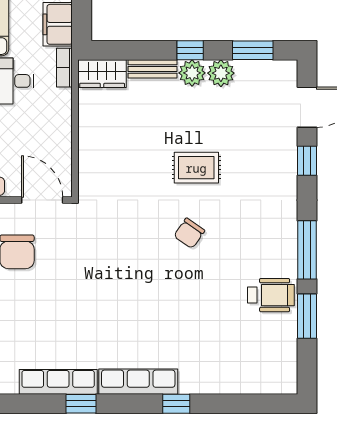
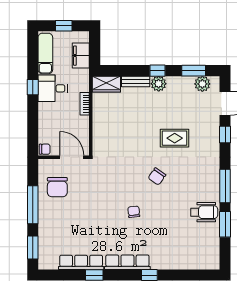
bookcase: (64, 68) -> (85, 104), moved
plant: (221, 73) -> (202, 84), moved
rug: (196, 168) -> (175, 138), moved
chair: (149, 294) -> (134, 212), added

